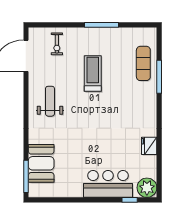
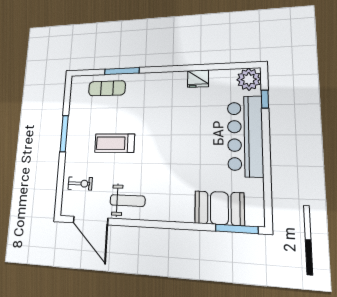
weight bench: (50, 101) -> (128, 201), moved, turned 180
bar counter: (108, 184) -> (245, 136), width x1.36

